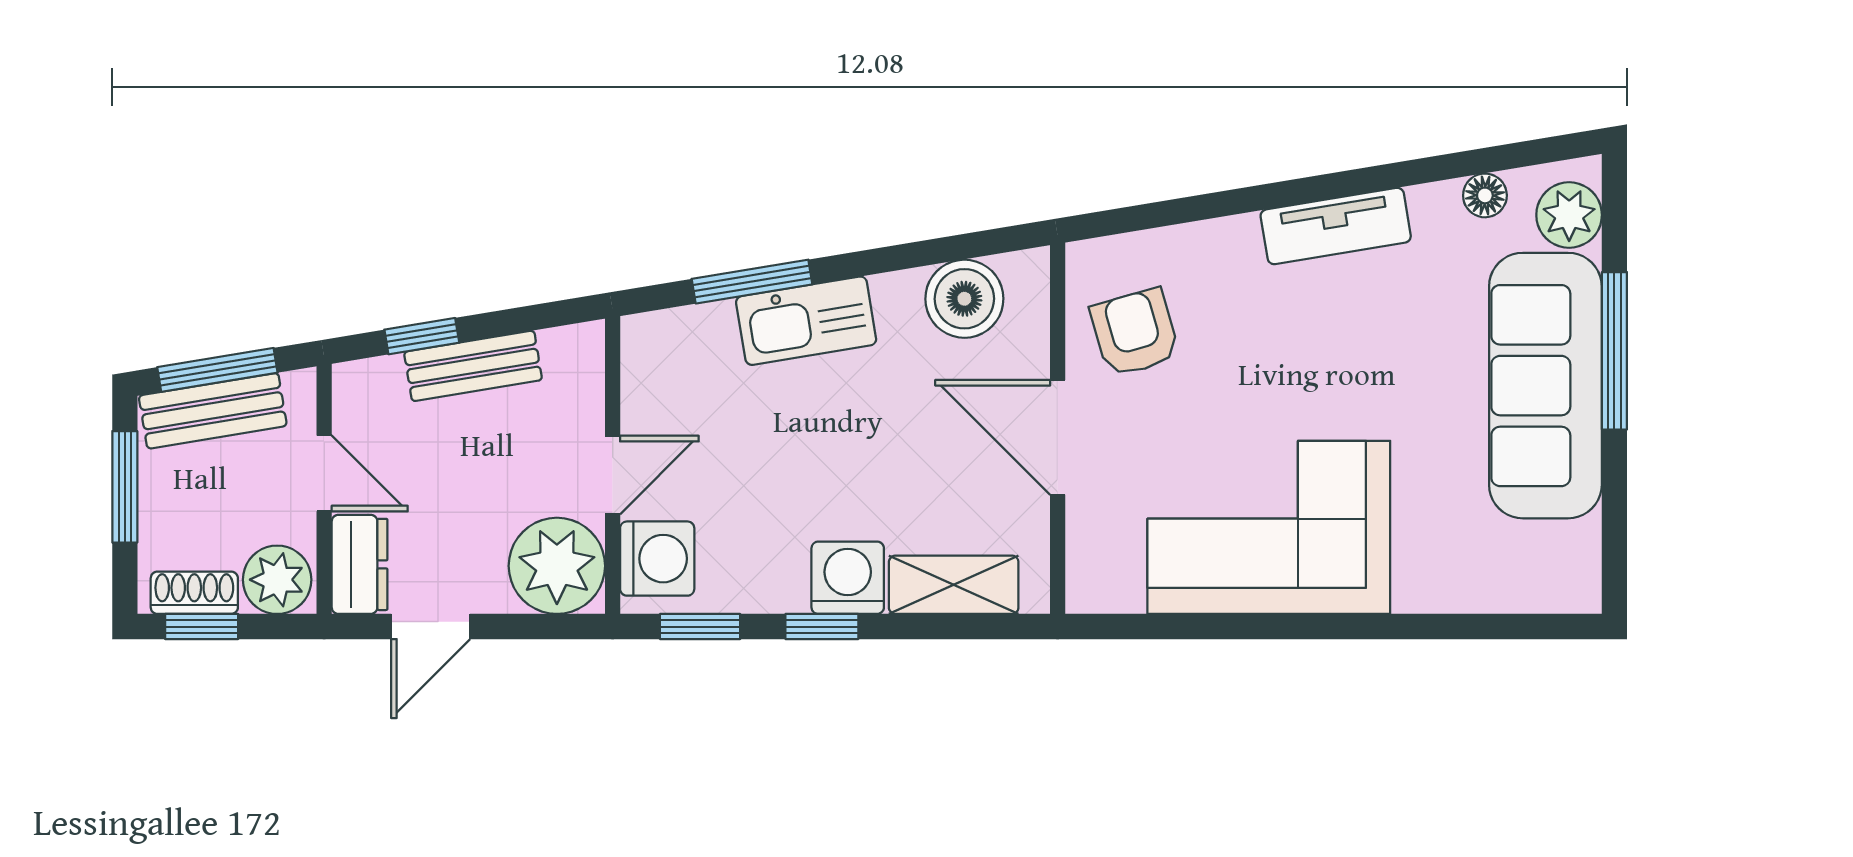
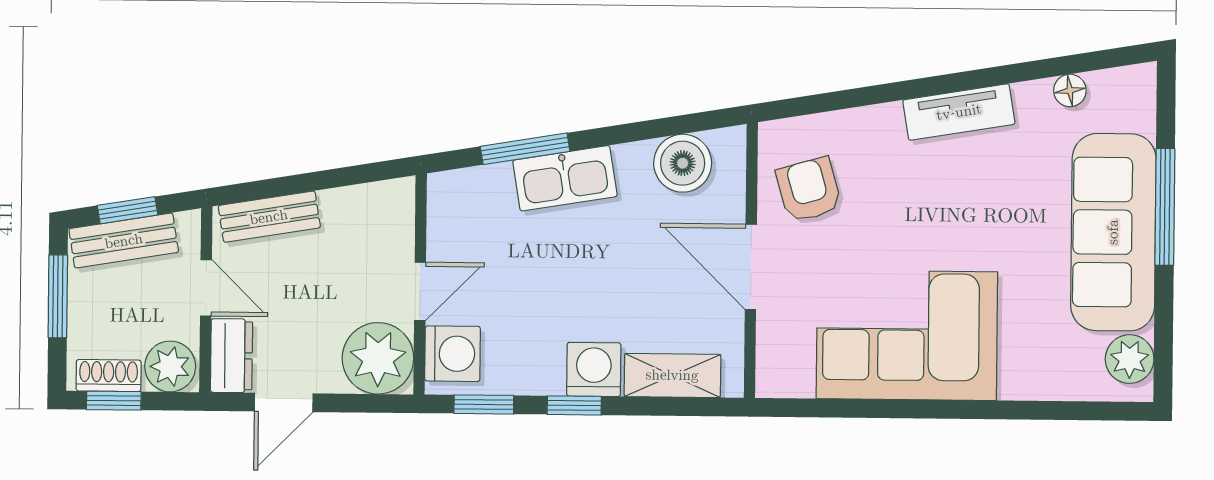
plant: (1569, 215) -> (1130, 359), moved
window: (422, 336) -> (279, 187), removed
bench: (473, 366) -> (269, 217), moved
window: (217, 370) -> (127, 210), width x0.67

